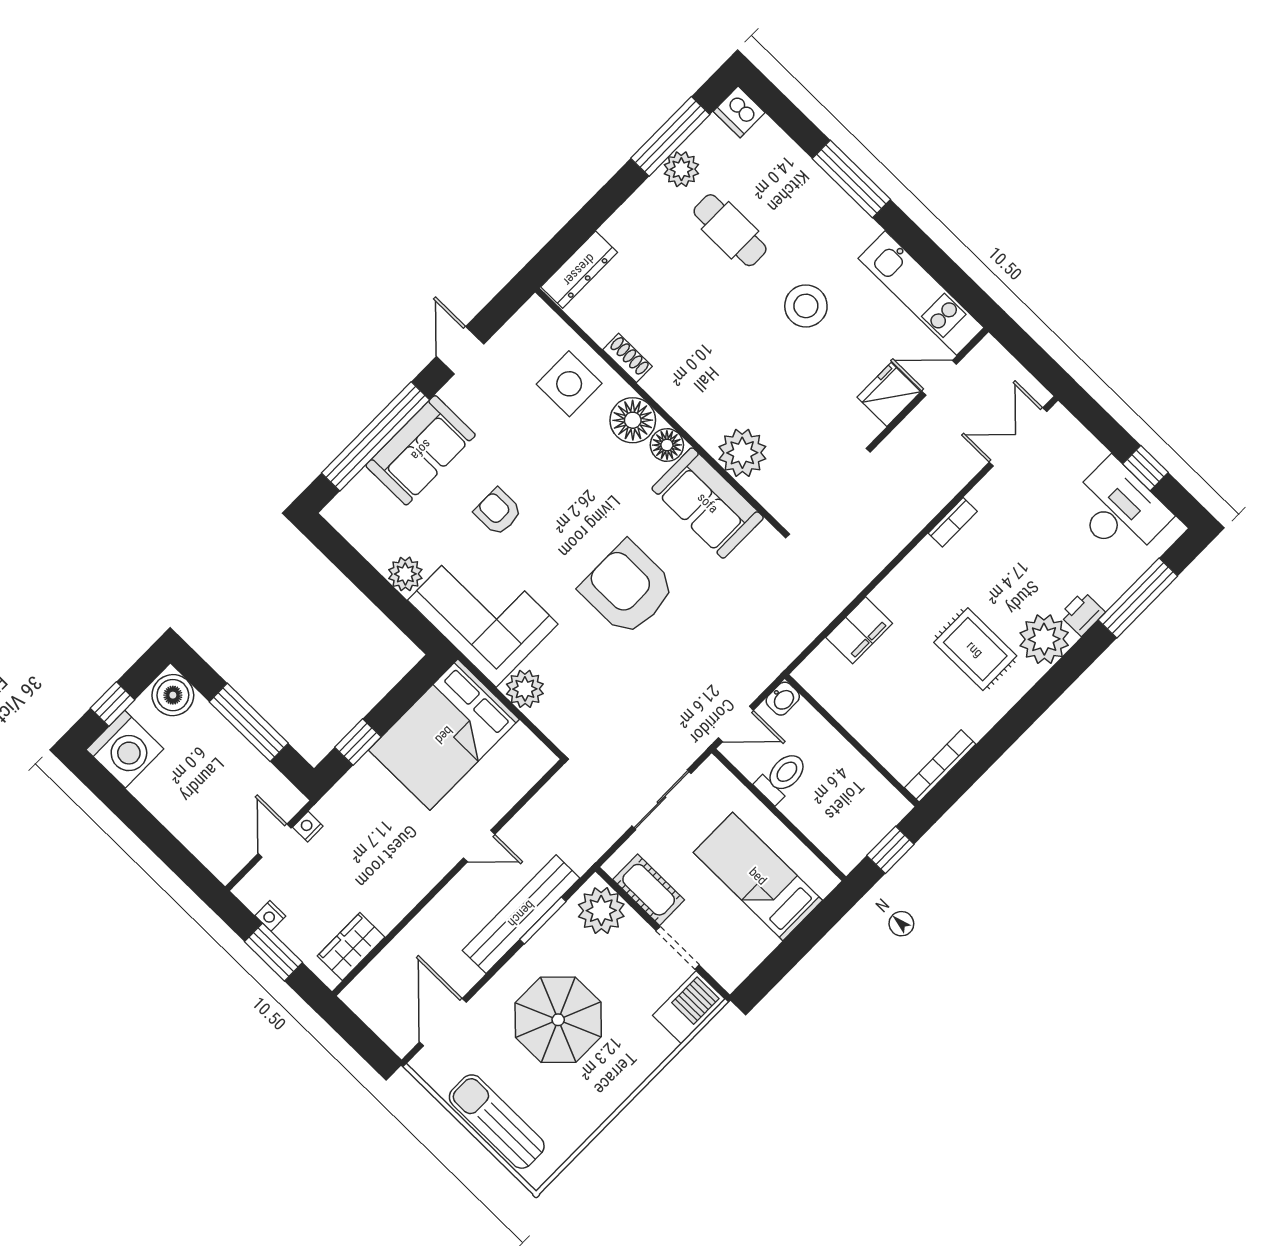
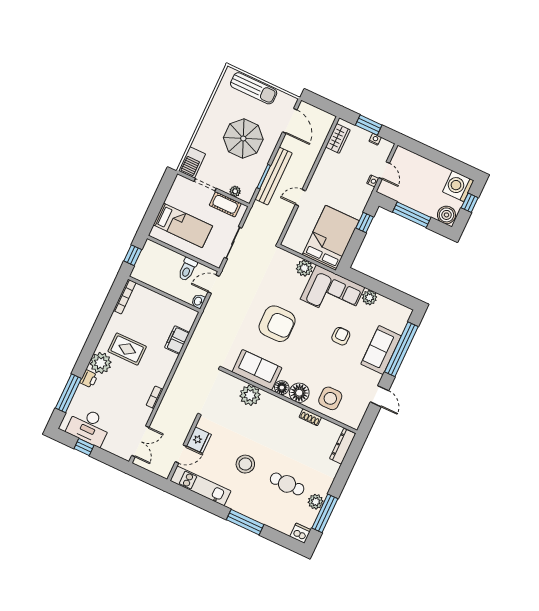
armchair: (498, 512) -> (341, 336), turned -90
plant: (601, 911) -> (235, 191), width x0.53, depth x0.53

